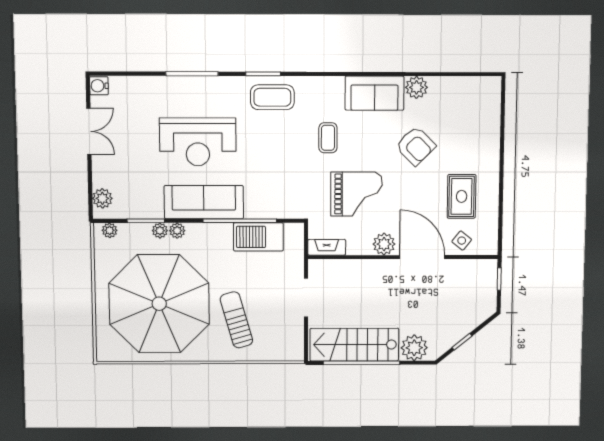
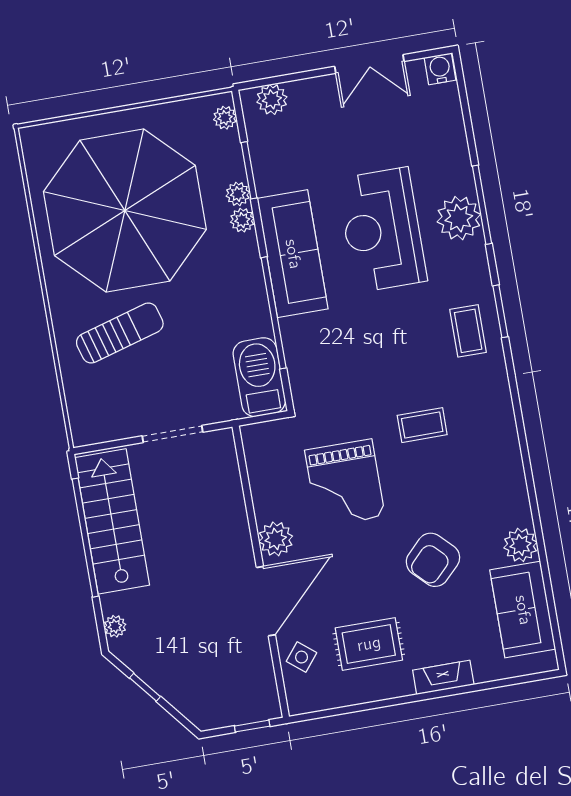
plant: (198, 90) -> (459, 218), added
sofa: (374, 93) -> (523, 610), moved
coffee table: (272, 97) -> (468, 331), width x0.73, depth x0.77
barbecue: (258, 237) -> (259, 377), moved
fireplace: (327, 247) -> (443, 677), moved, turned -90
plant: (414, 348) -> (115, 626), width x0.53, depth x0.53

